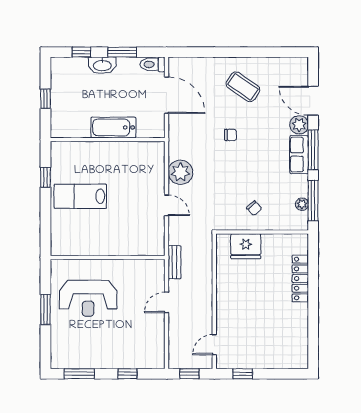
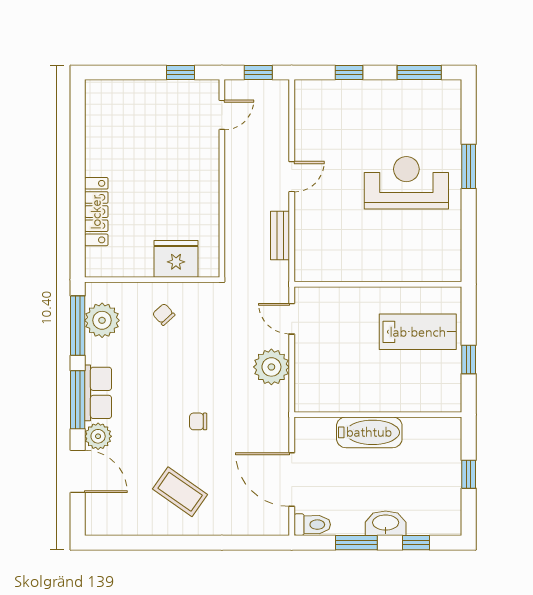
plant: (302, 204) -> (102, 320), width x1.88, depth x1.88
wall: (108, 257) -> (378, 284), moved

